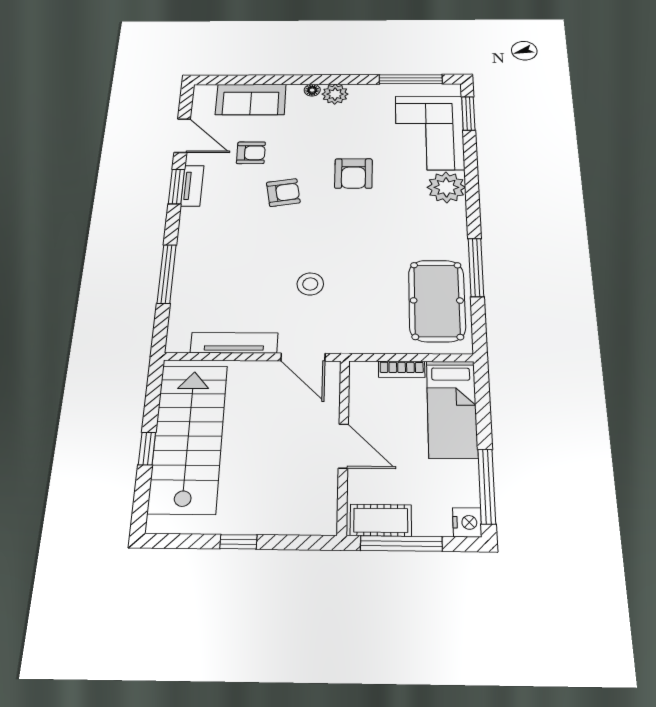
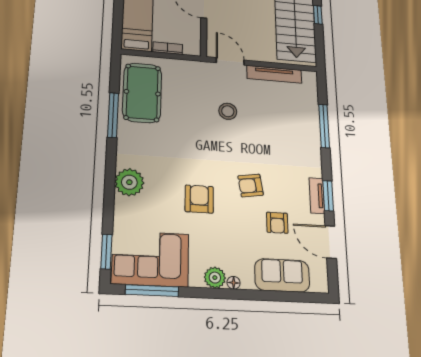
corner sofa: (430, 132) -> (150, 259), moved, turned -90
armchair: (251, 153) -> (277, 223), turned -90

